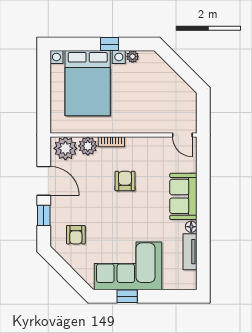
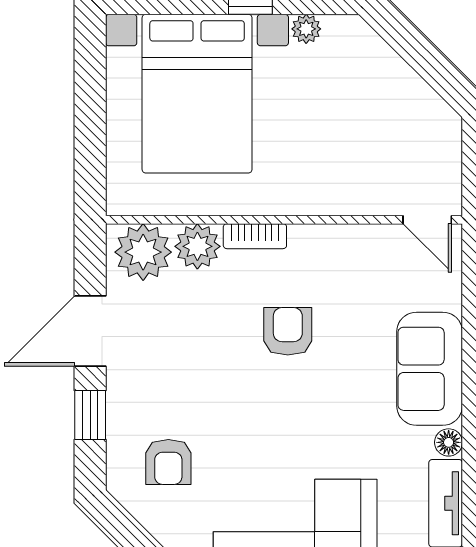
door: (44, 181) -> (90, 331), swing flipped

